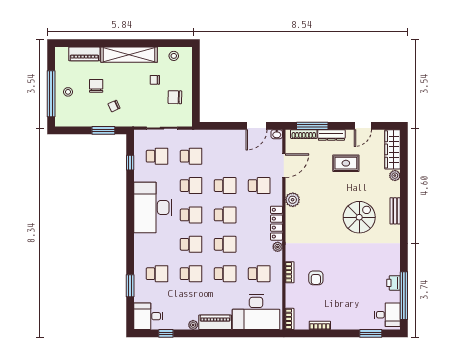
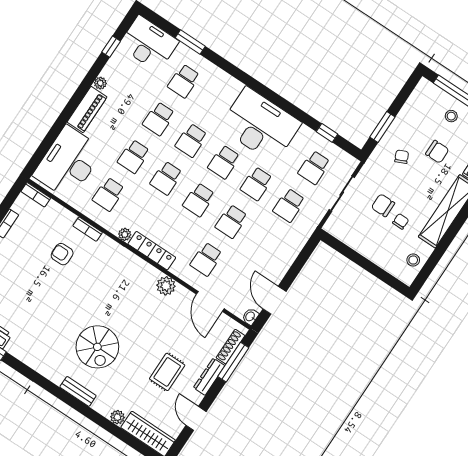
chair: (175, 97) -> (383, 205), moved, turned -91
desk: (148, 316) -> (149, 43), width x1.37

